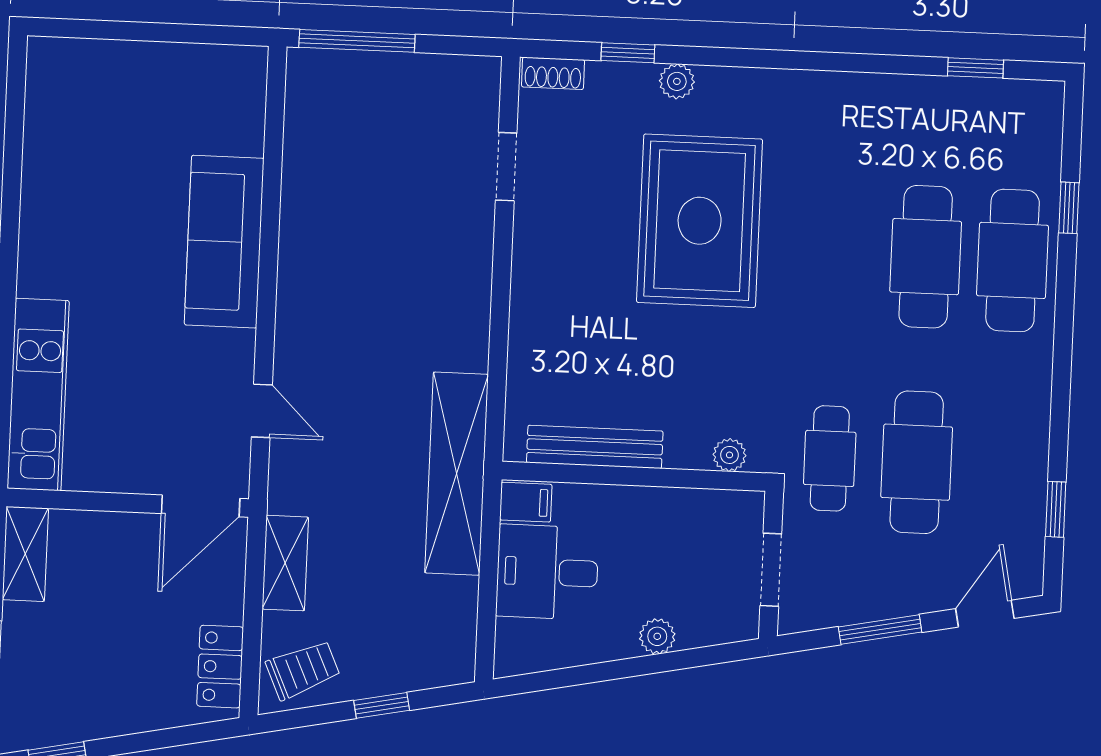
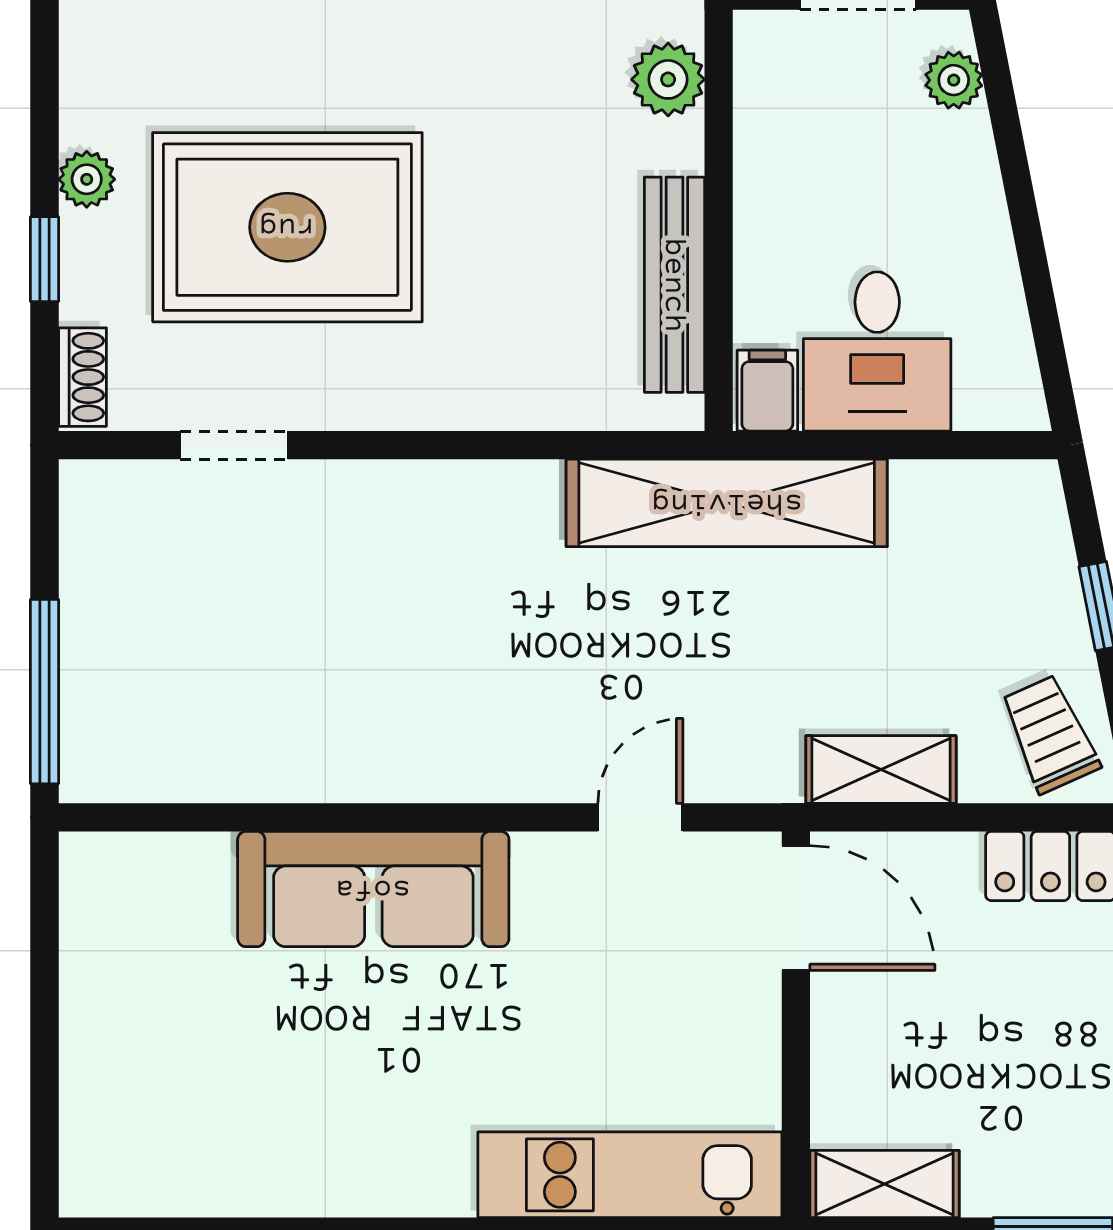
rug: (700, 221) -> (287, 227), moved
plant: (729, 455) -> (668, 79), width x1.38, depth x1.38
plant: (657, 636) -> (954, 80), moved

